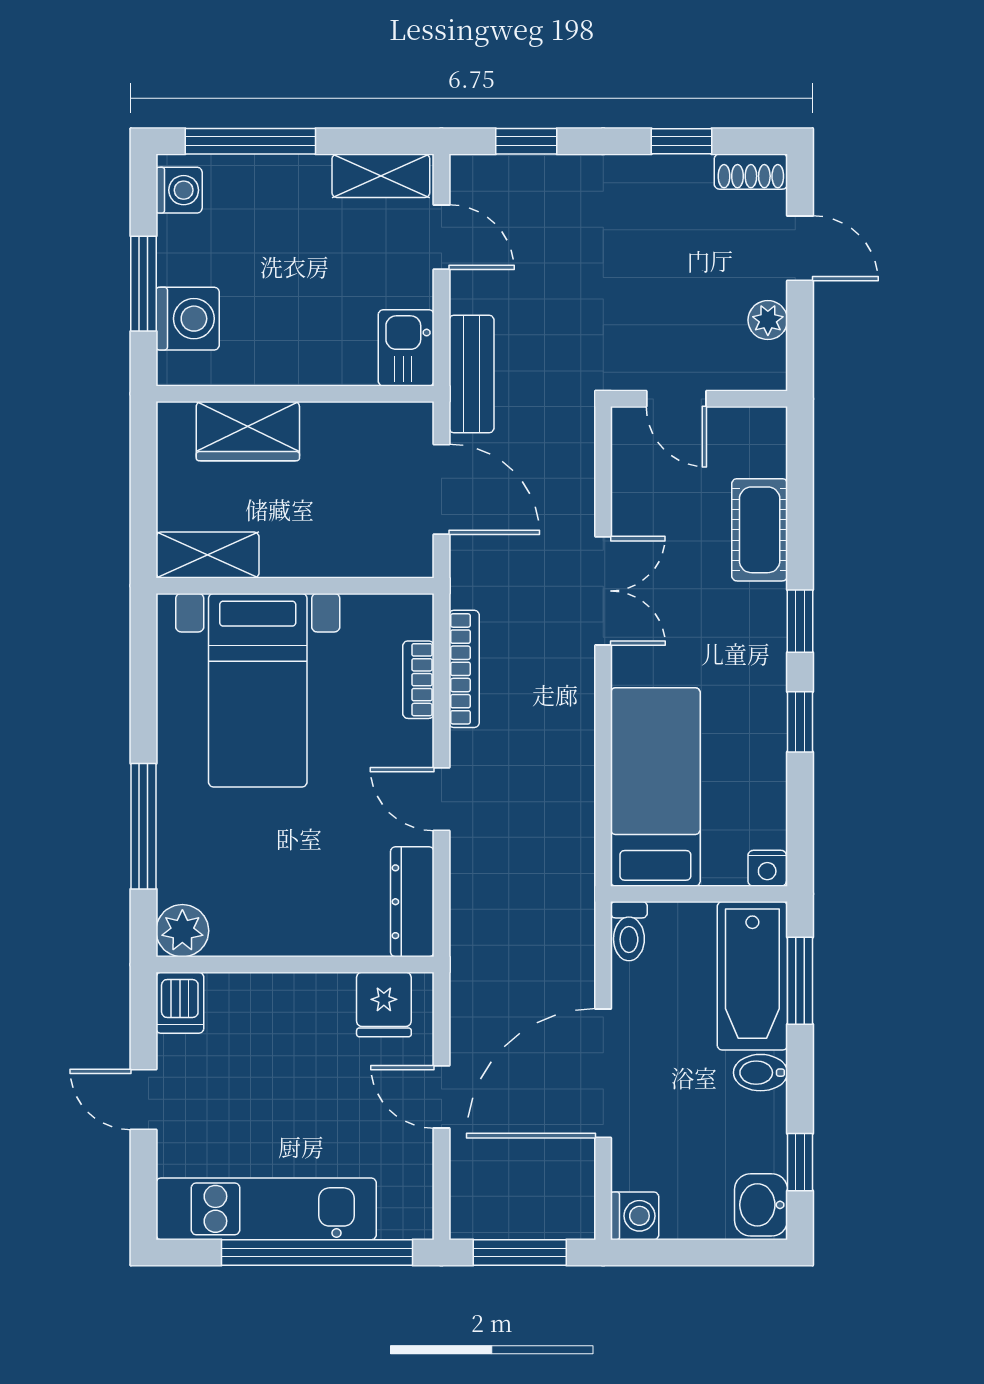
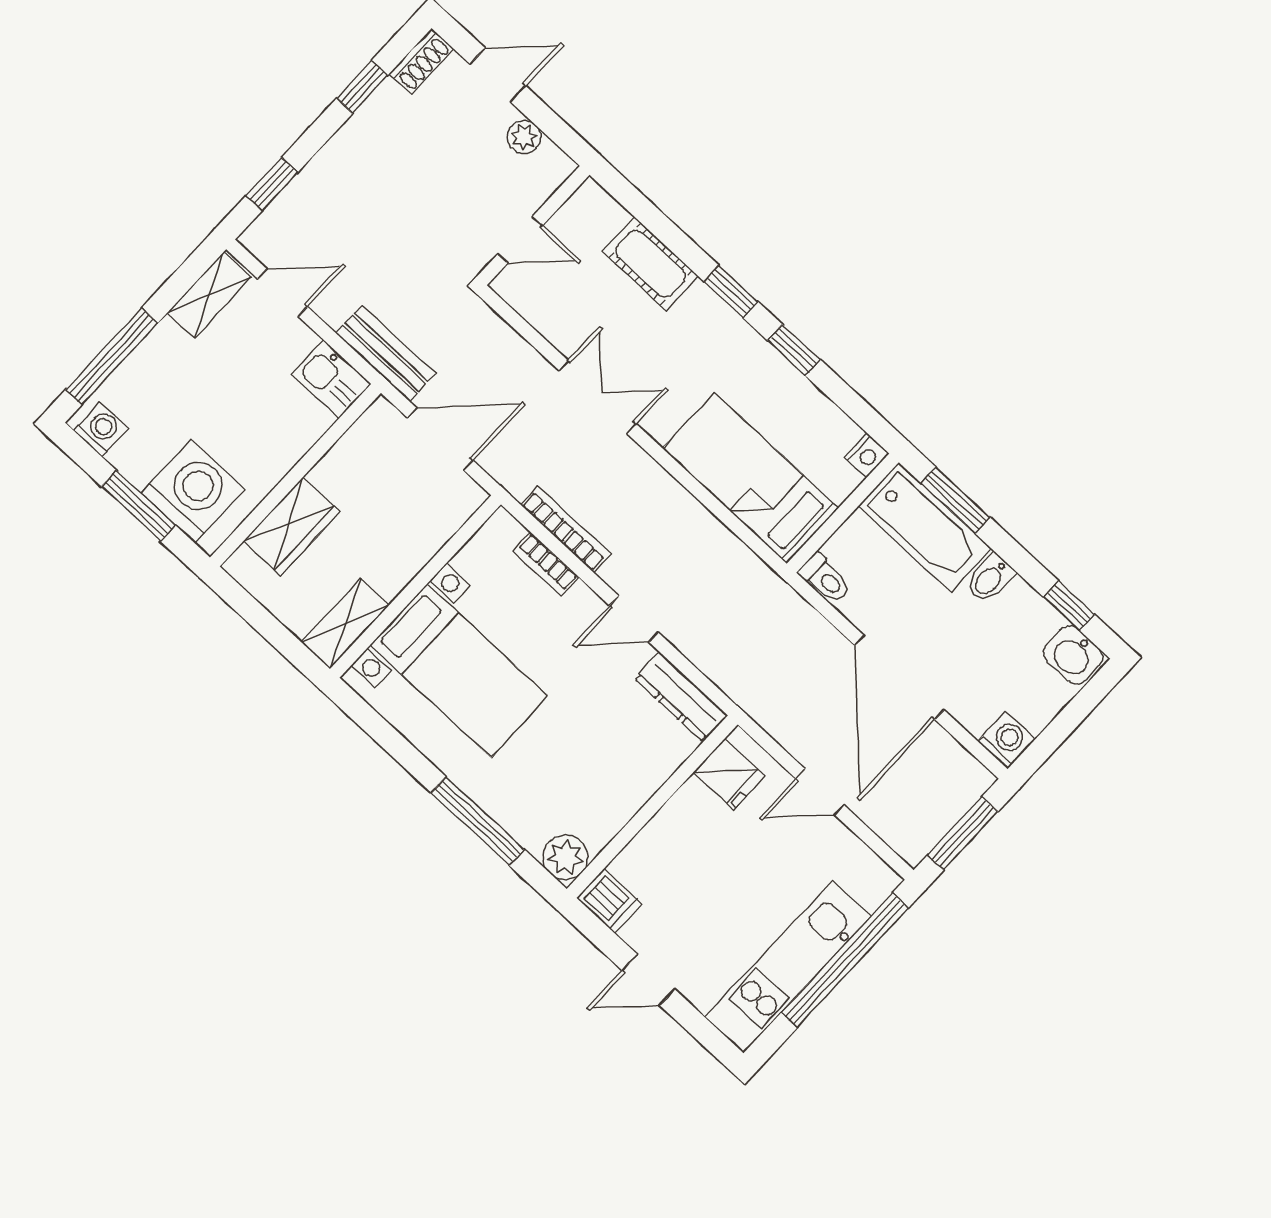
washing machine: (188, 319) -> (193, 491), width x1.37, depth x1.37

